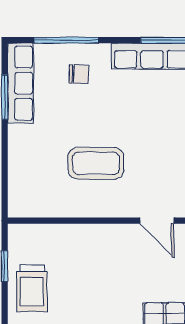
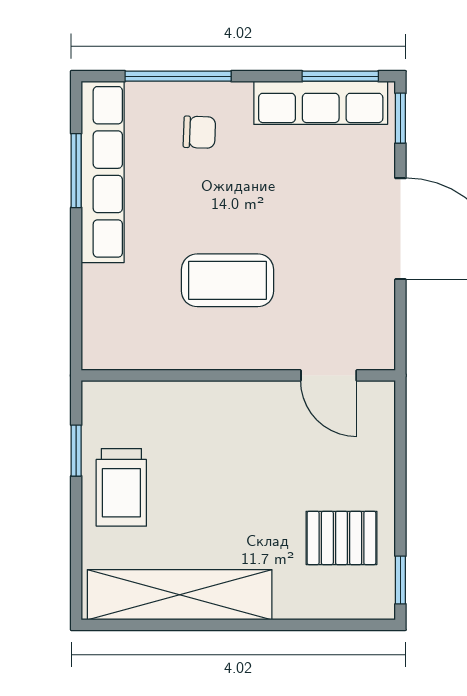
row of seats: (21, 83) -> (103, 172), width x1.36

